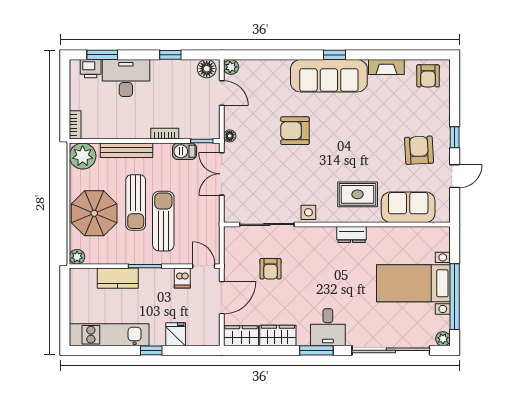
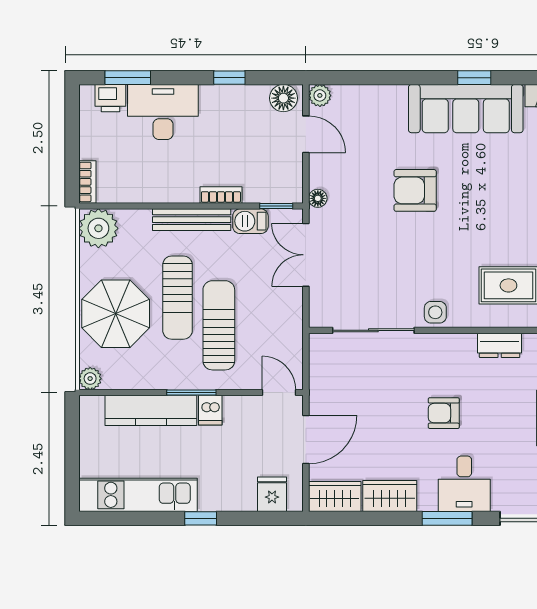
bench: (126, 150) -> (192, 220), moved
armchair: (270, 269) -> (444, 413), moved, turned 90
kitchen counter: (118, 278) -> (151, 410), width x1.50
dishwasher: (182, 278) -> (210, 410), moved
fridge: (176, 334) -> (272, 494), moved

